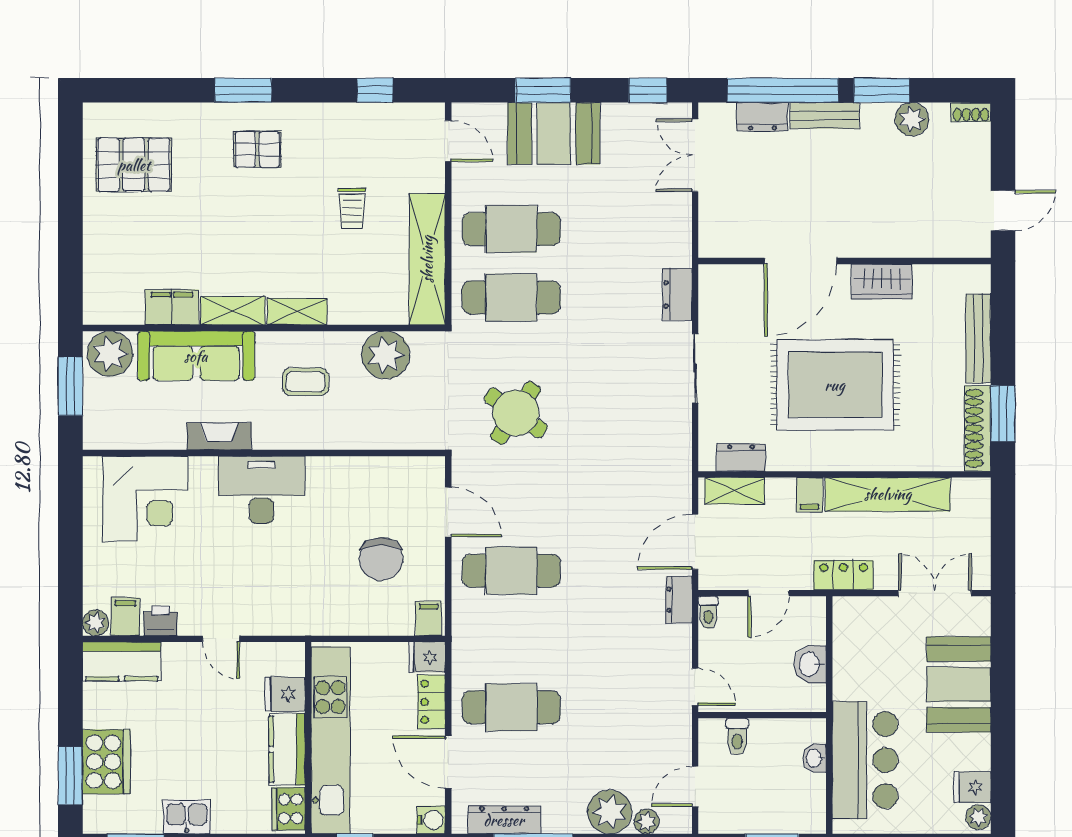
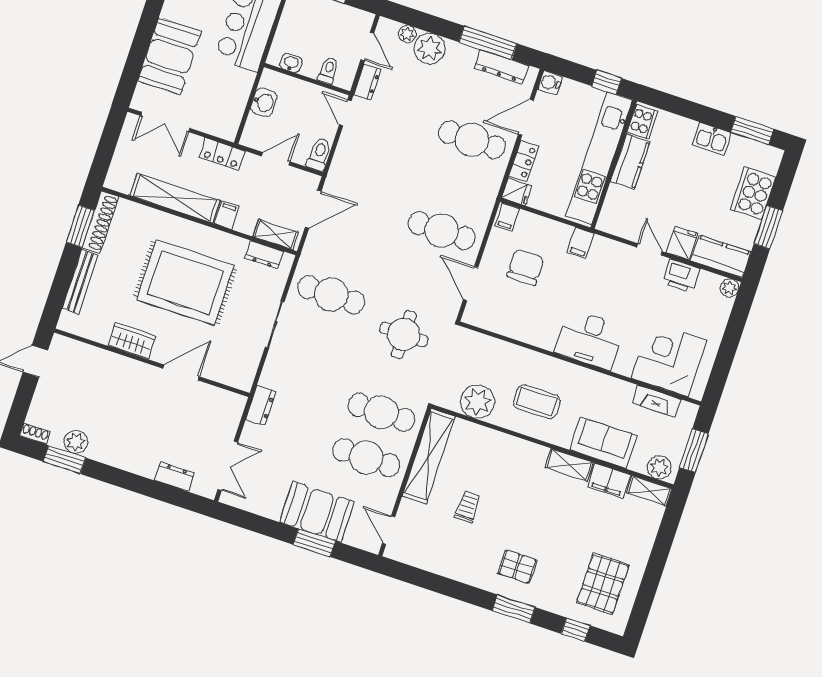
window: (375, 90) -> (576, 630), moved
window: (648, 90) -> (245, 520), removed
window: (783, 90) -> (155, 490), removed
window: (882, 90) -> (64, 460), moved
bench: (825, 116) -> (133, 464), removed
pallet: (134, 165) -> (603, 584), turned 90
door: (800, 261) -> (181, 372), width x0.73
dresser: (677, 294) -> (261, 405), moved
shelving: (297, 312) -> (649, 491), moved
plant: (110, 354) -> (659, 467), width x0.73, depth x0.73
sofa: (196, 356) -> (604, 443), width x0.73
coffee table: (305, 382) -> (537, 402), width x1.36, depth x1.30
round table: (516, 413) -> (404, 334), turned -35
cafe table: (632, 434) -> (331, 295), added
fireplace: (219, 436) -> (656, 401), moved
dresser: (679, 600) -> (367, 82), moved
toilet: (708, 613) -> (319, 154), width x1.37, depth x1.39
filing cabinet: (125, 617) -> (581, 243), moved
printer: (161, 621) -> (681, 276), width x1.36, depth x1.24
fridge: (285, 694) -> (682, 243), moved, turned -90
washbasin: (814, 758) -> (291, 63), moved, turned -90
door: (448, 762) -> (526, 117), swing flipped
window: (70, 776) -> (768, 227), moved
door: (695, 787) -> (367, 47), hinge flipped

